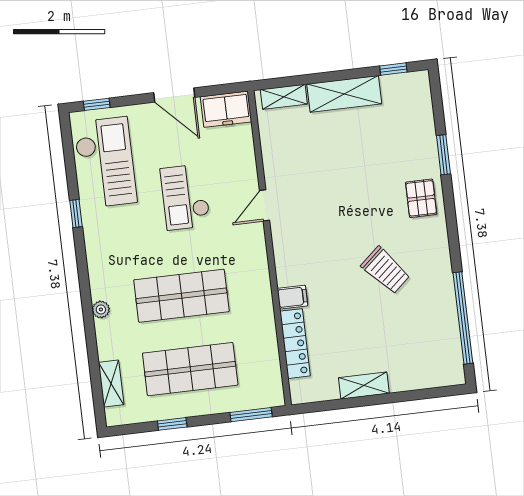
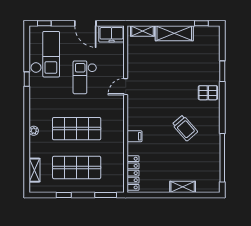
pallet: (421, 198) -> (208, 93), turned 90
locker: (295, 344) -> (133, 173), moved
shelving: (364, 386) -> (183, 187), moved

